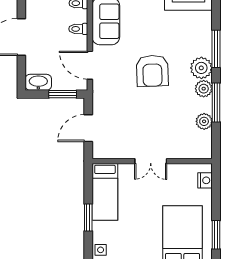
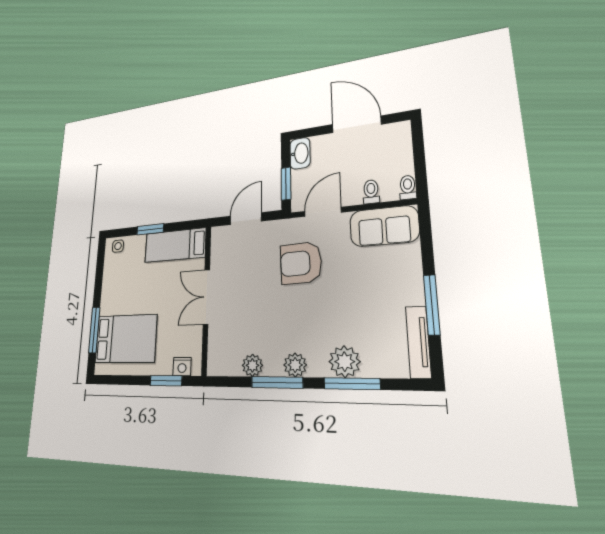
plant: (201, 68) -> (345, 362), moved
armchair: (152, 71) -> (301, 263), moved
door: (88, 128) -> (246, 219), hinge flipped
double door: (151, 161) -> (206, 297), width x1.37
window: (216, 235) -> (166, 381), moved

